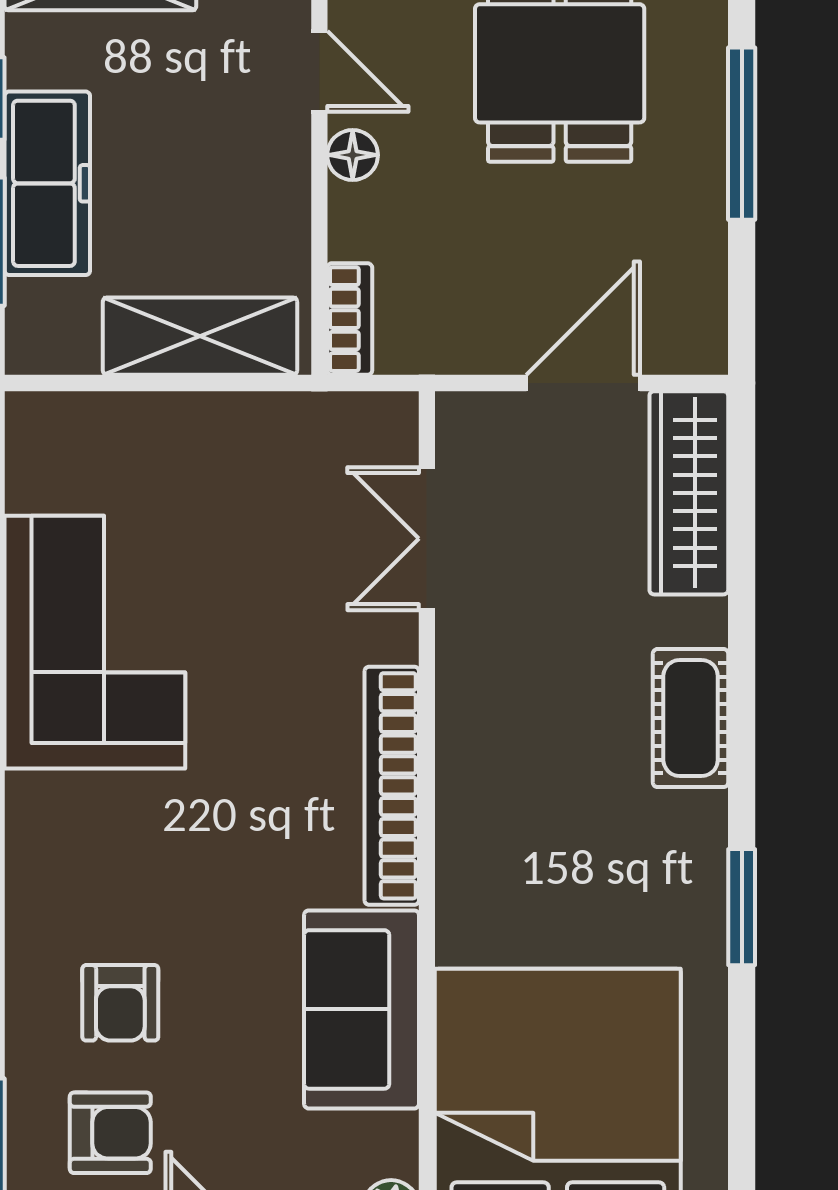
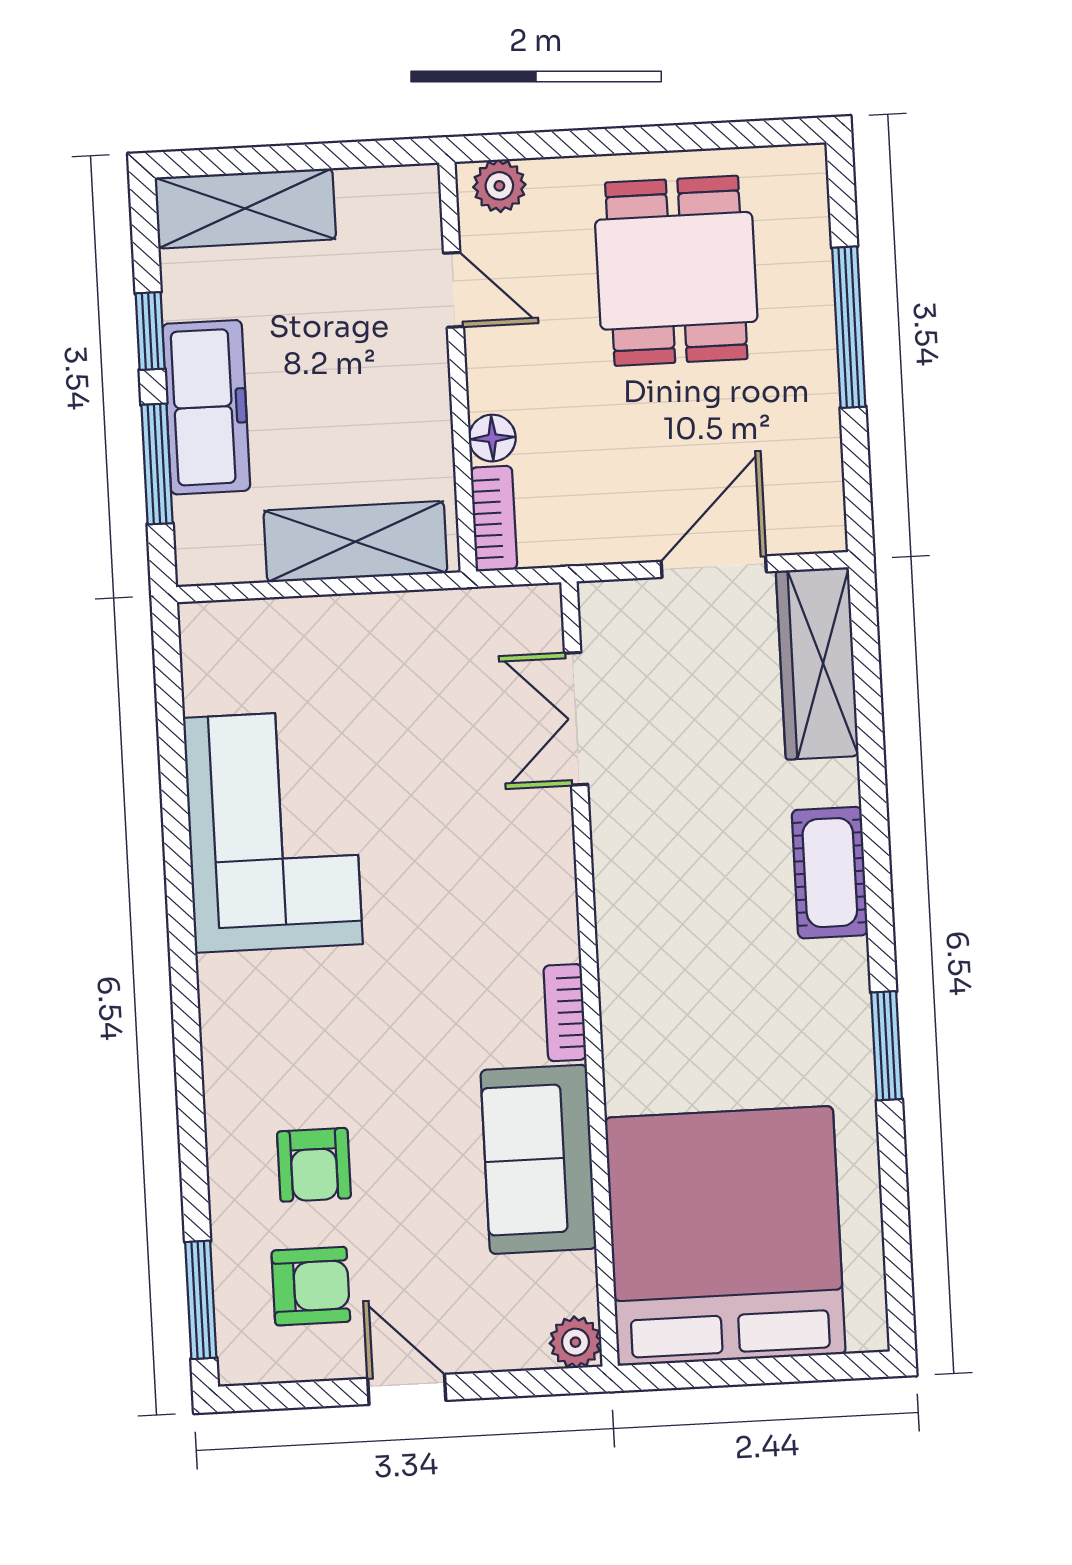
floor lamp: (353, 155) -> (492, 438), moved
bookcase: (392, 786) -> (565, 1013), width x0.43, depth x0.76

